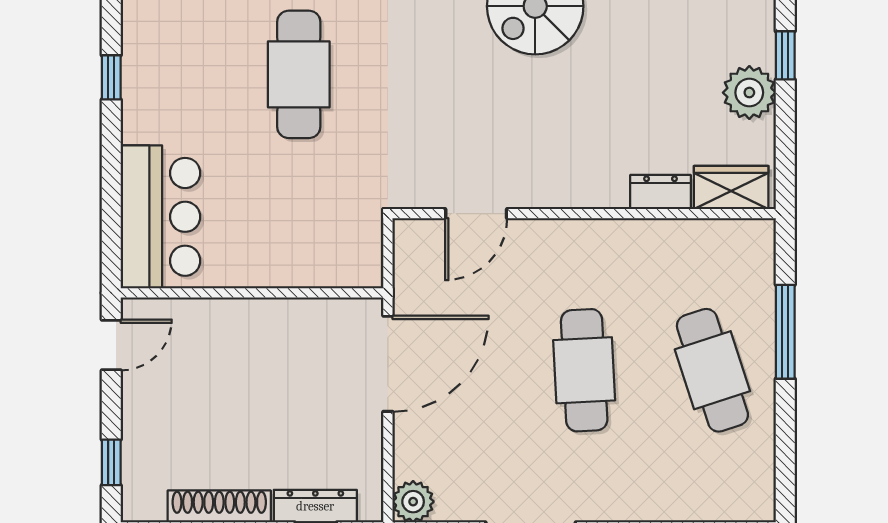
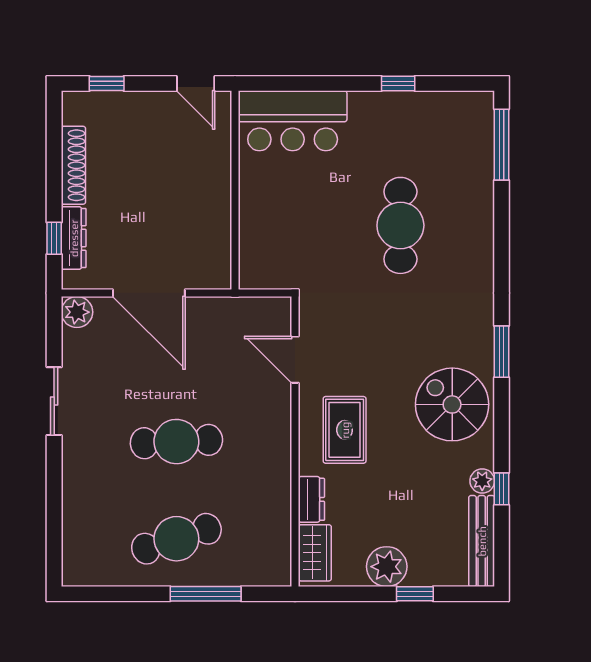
cafe table: (299, 74) -> (400, 225), turned 90
rug: (569, 148) -> (345, 430), added
door: (388, 364) -> (149, 293), moved

